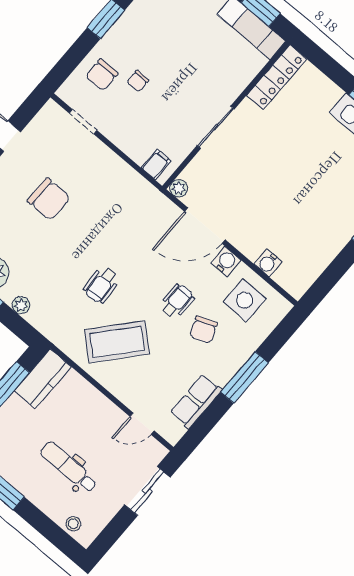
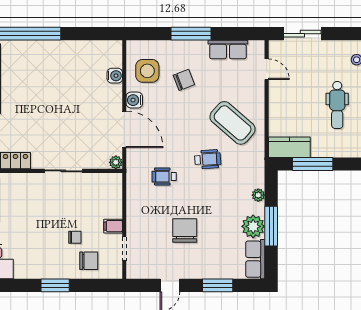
filing cabinet: (156, 164) -> (113, 226), moved
wheelchair: (177, 301) -> (164, 177), moved
dental chair: (69, 467) -> (337, 105), moved

